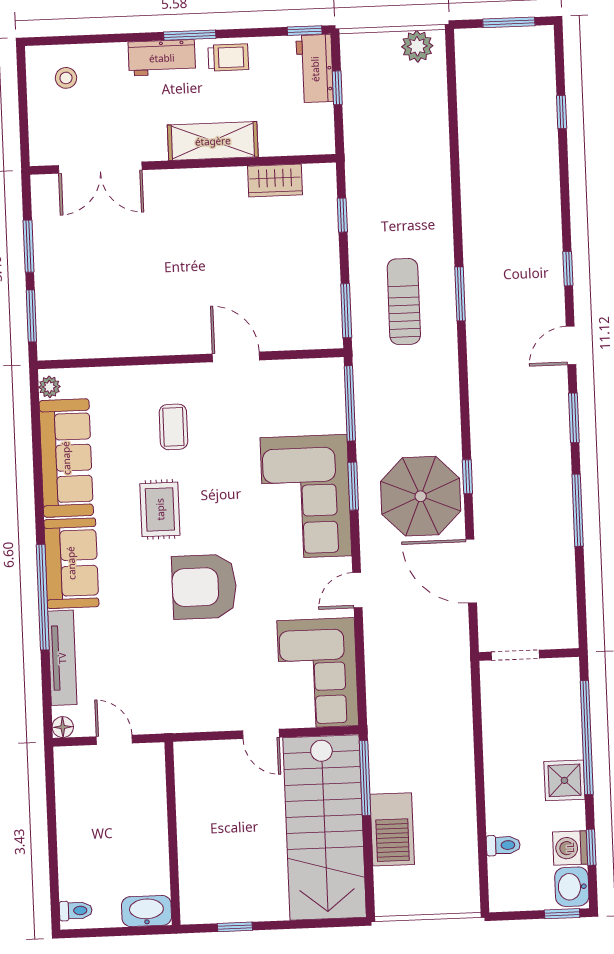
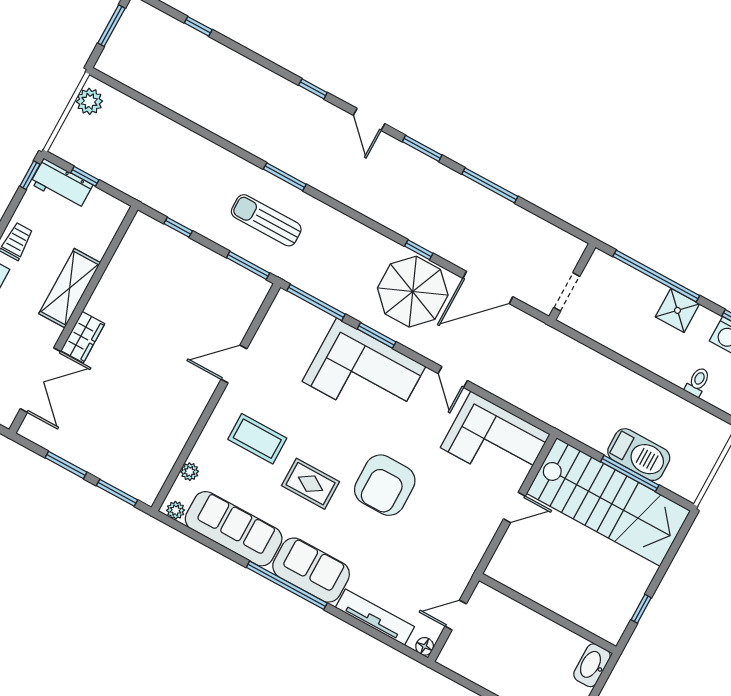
wardrobe: (275, 180) -> (83, 337), moved
plant: (98, 378) -> (190, 472), added
coffee table: (173, 427) -> (257, 439), width x1.36, depth x1.30
window: (43, 597) -> (287, 585), moved
window: (365, 778) -> (630, 473), moved

